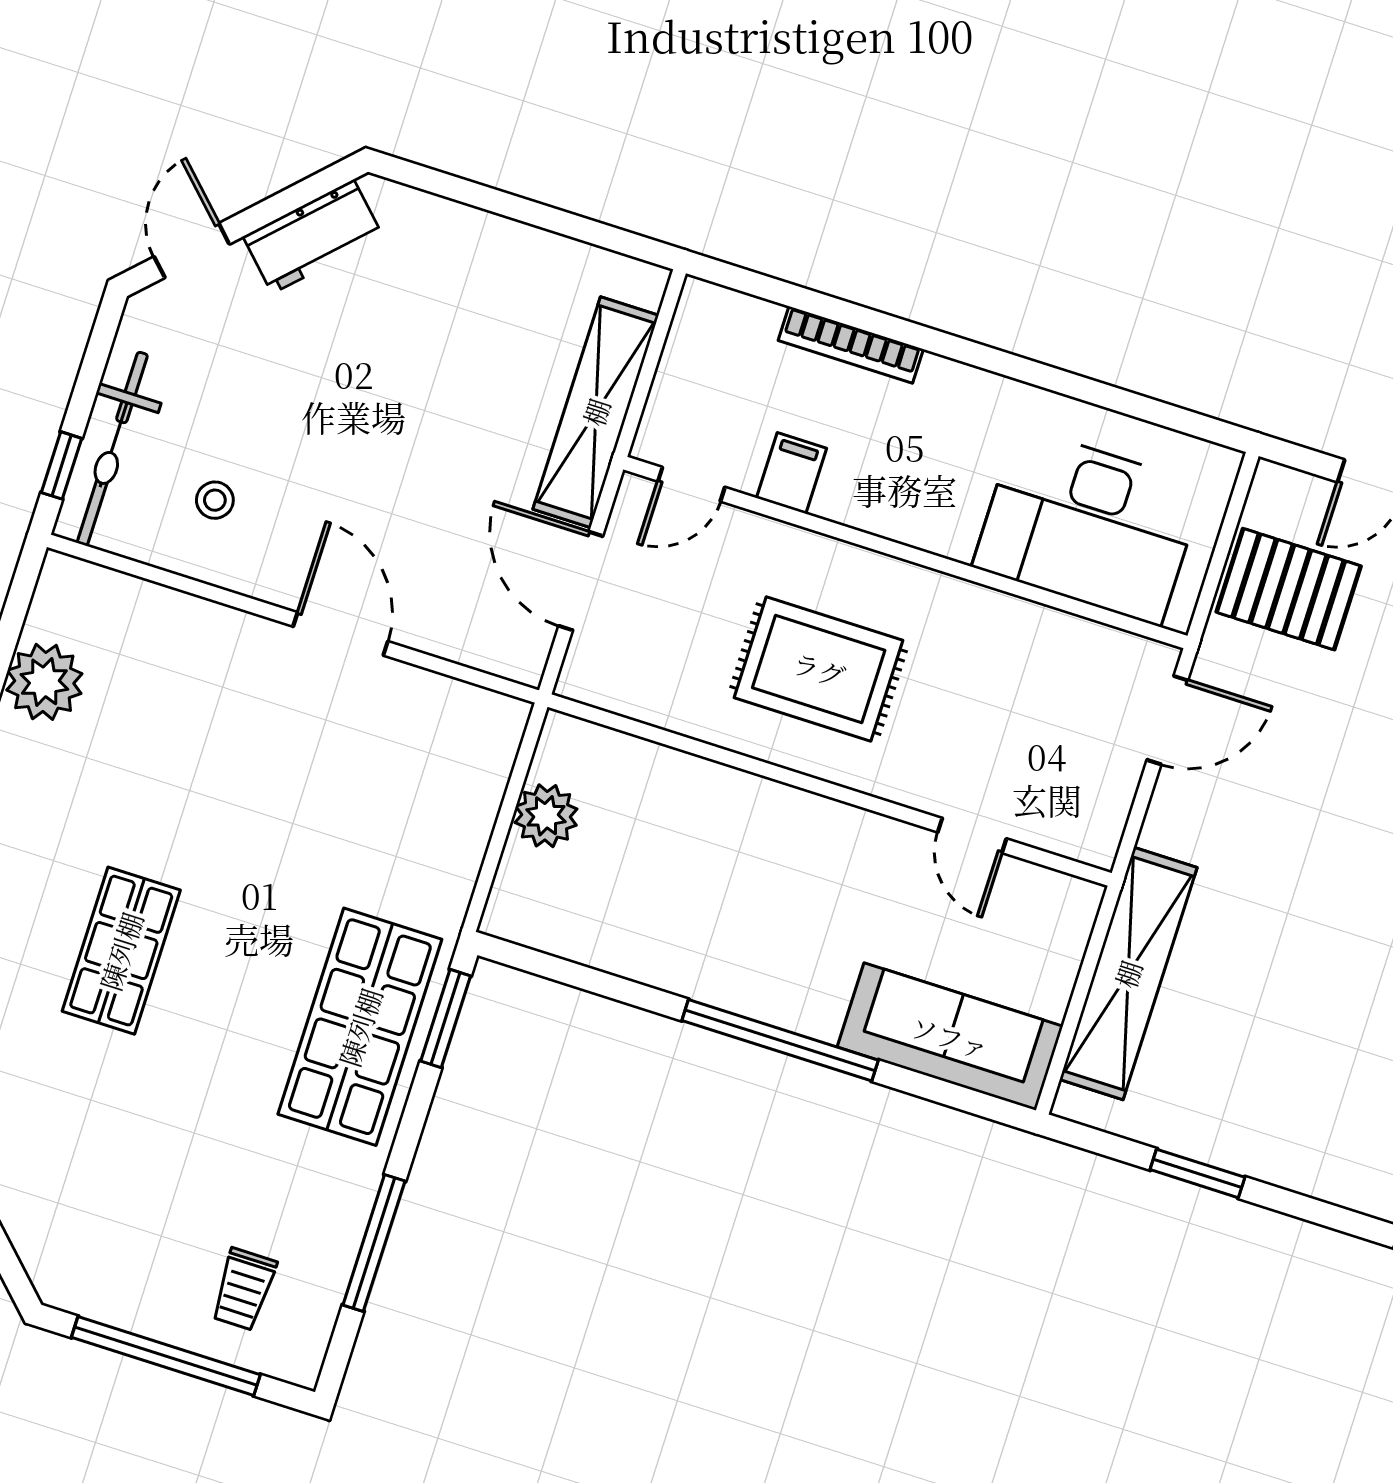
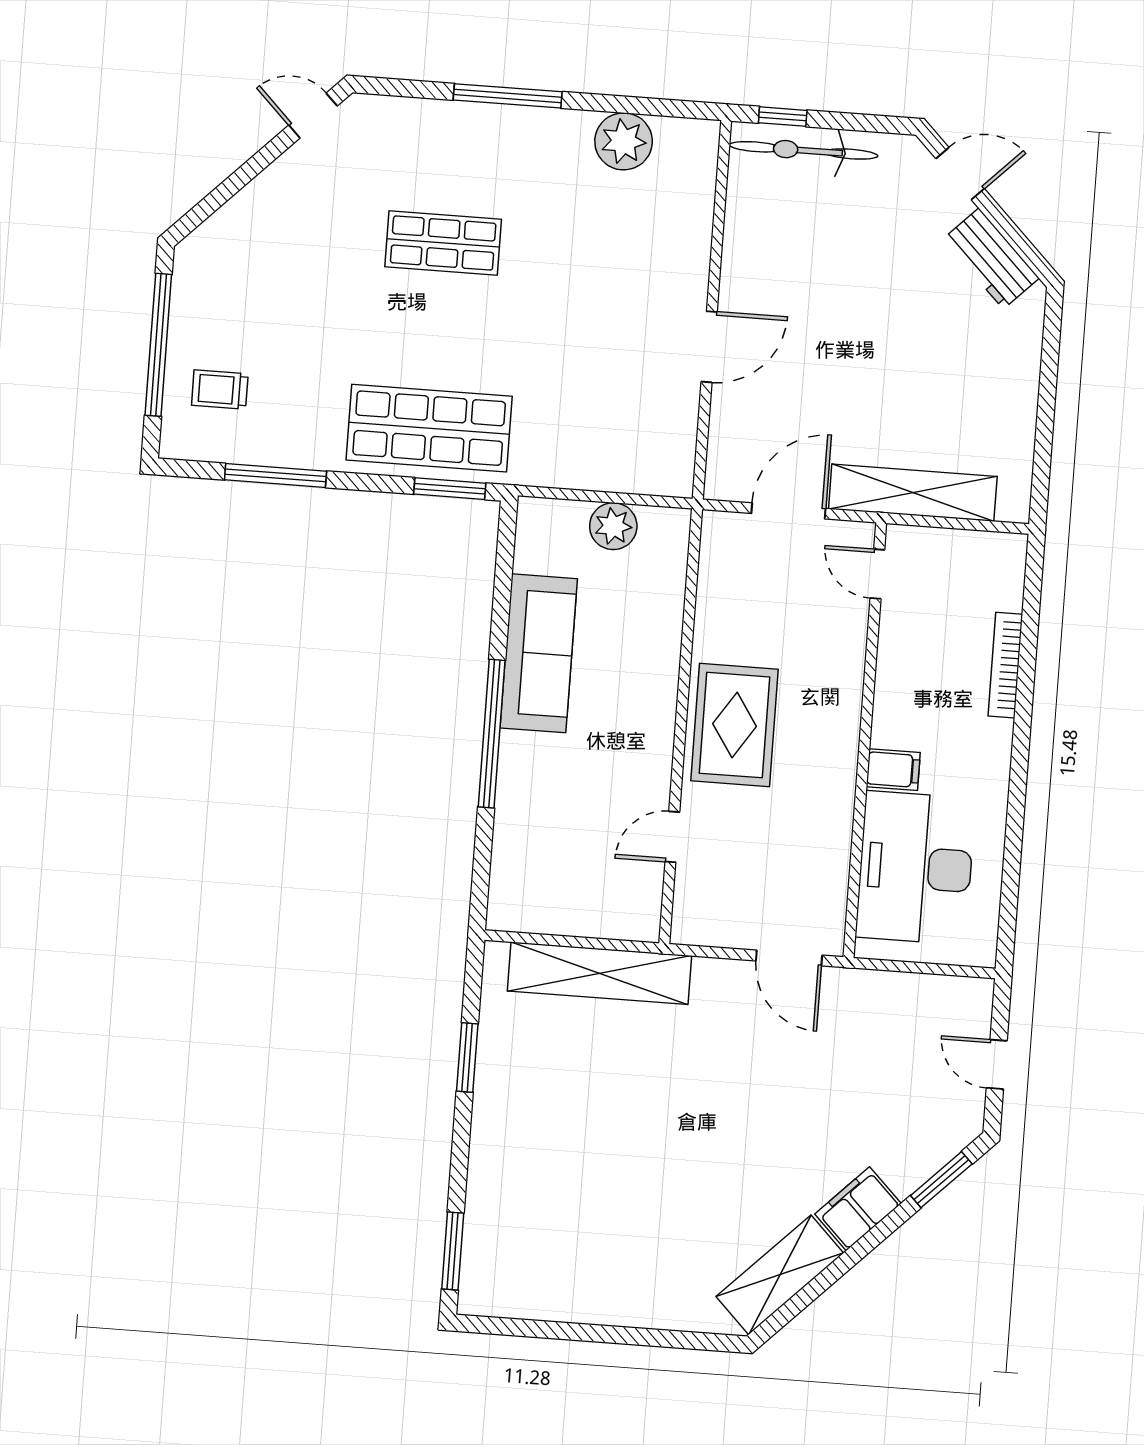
filing cabinet: (792, 473) -> (893, 770), moved
stool: (215, 500) -> (784, 233), removed
pallet: (1289, 589) -> (904, 1023), removed
rug: (819, 669) -> (735, 725), moved
sofa: (950, 1037) -> (539, 653), moved

